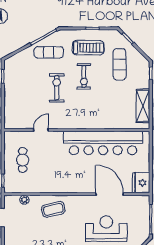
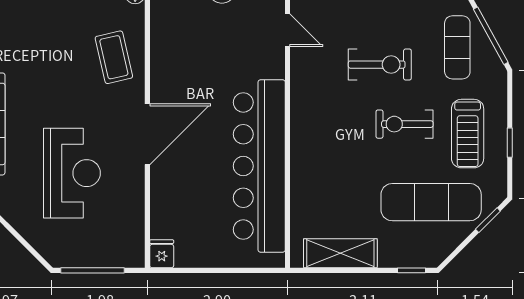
exercise mat: (120, 64) -> (431, 202), width x1.36, depth x1.45
fridge: (141, 183) -> (162, 254), width x0.53, depth x0.75
door: (110, 194) -> (147, 134), moved

